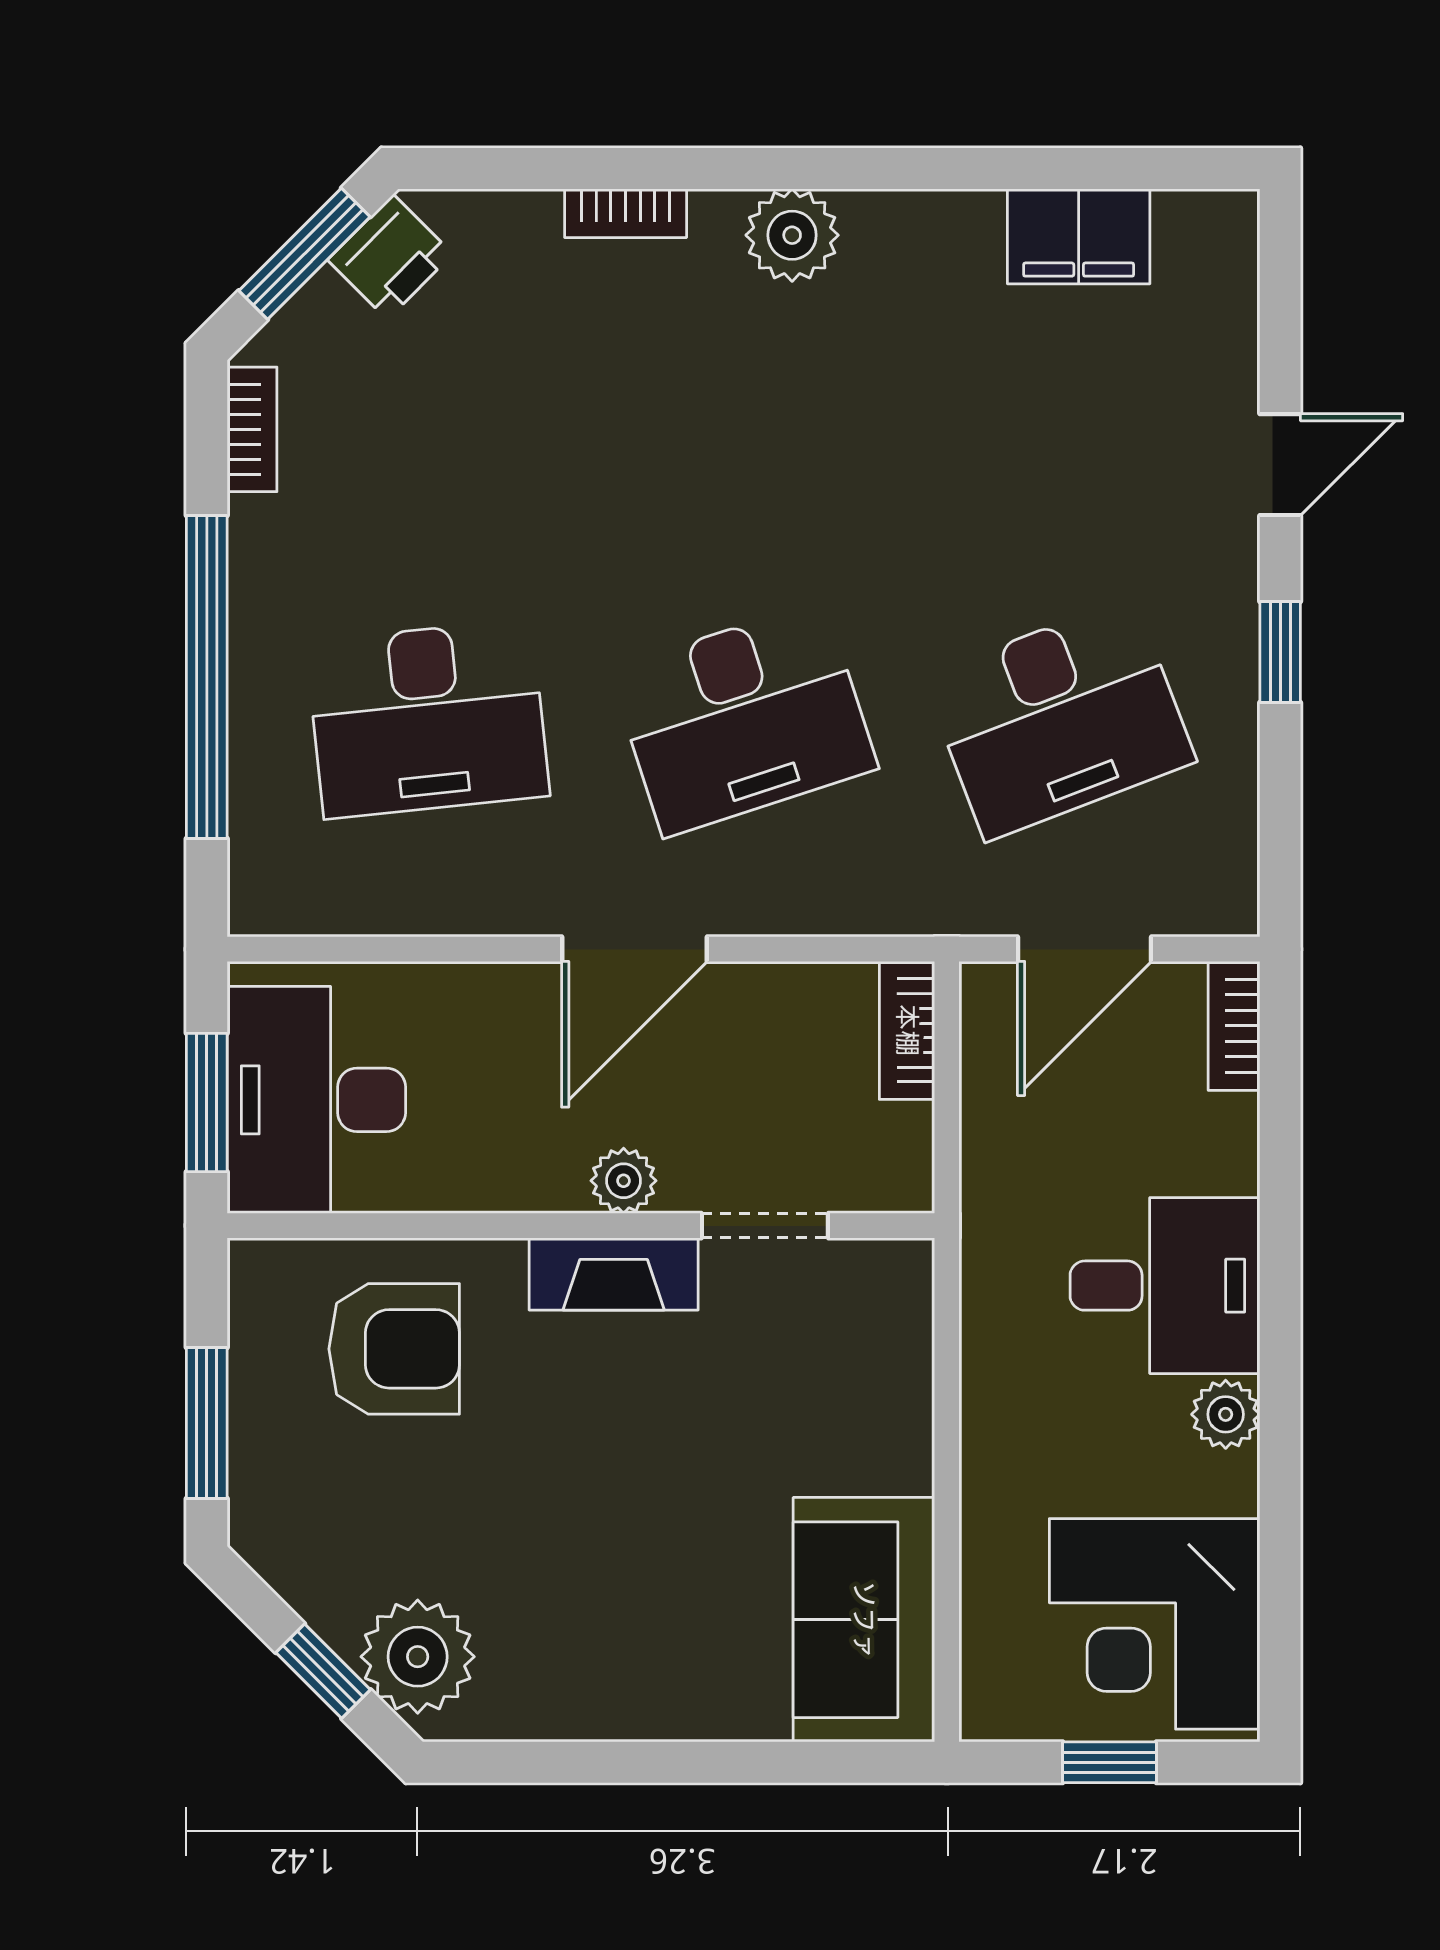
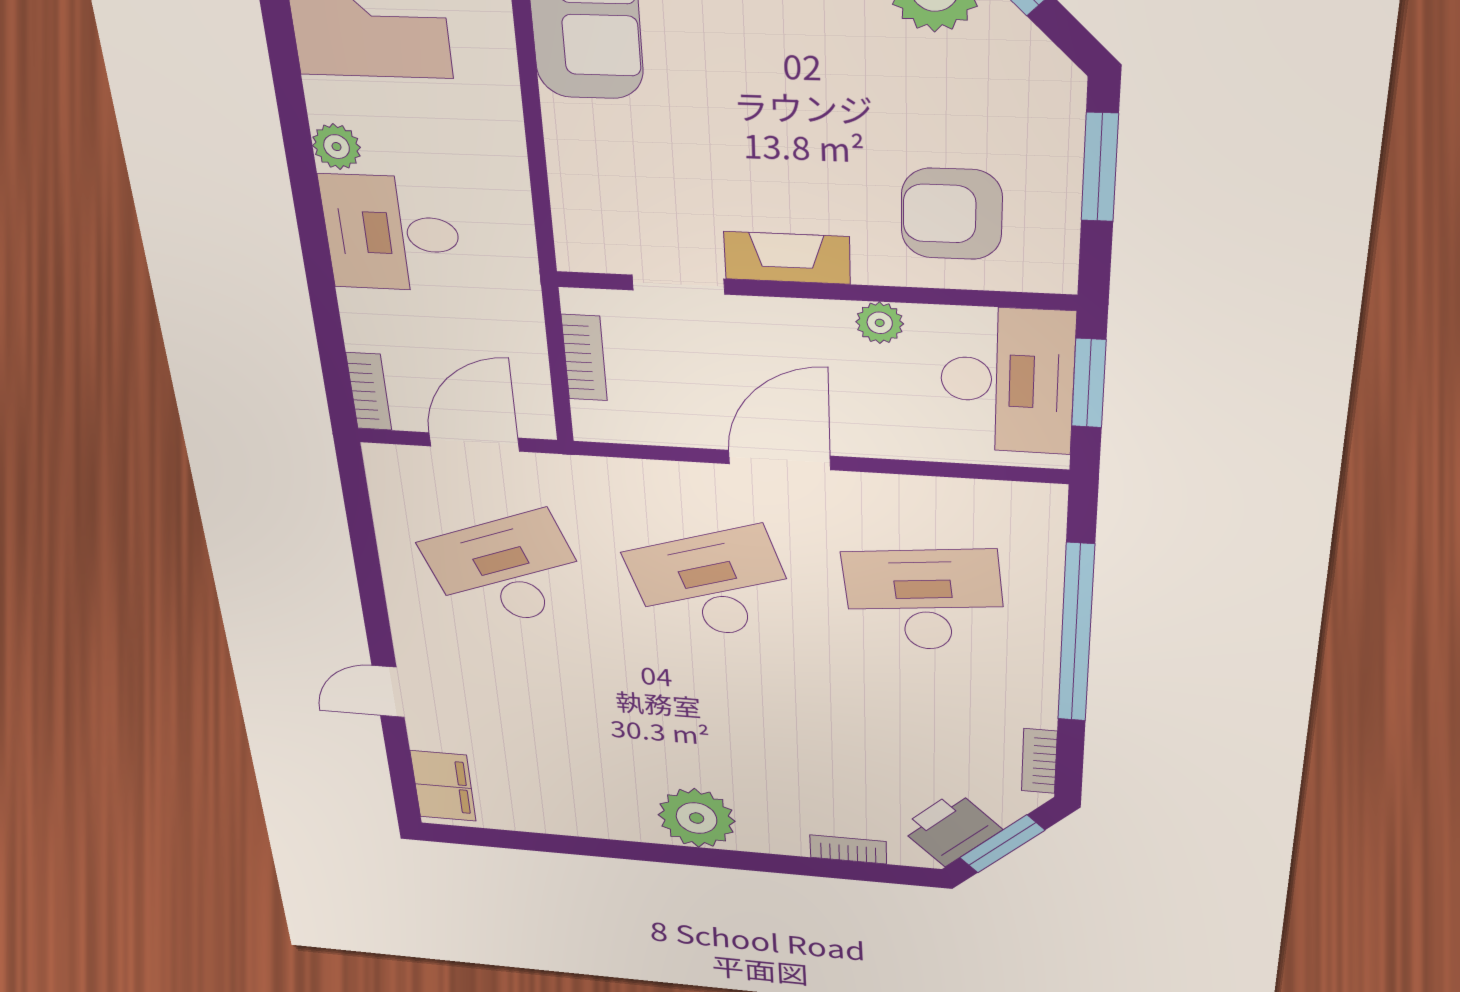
bookcase: (626, 213) -> (848, 849), moved
plant: (792, 235) -> (697, 818), width x1.36, depth x1.36
filing cabinet: (1079, 236) -> (443, 786), moved, turned 90
printer: (390, 257) -> (951, 829), width x1.36, depth x1.24
window: (1280, 652) -> (373, 597), removed
bookcase: (907, 1030) -> (584, 358), moved
plant: (624, 1181) -> (880, 323), moved

